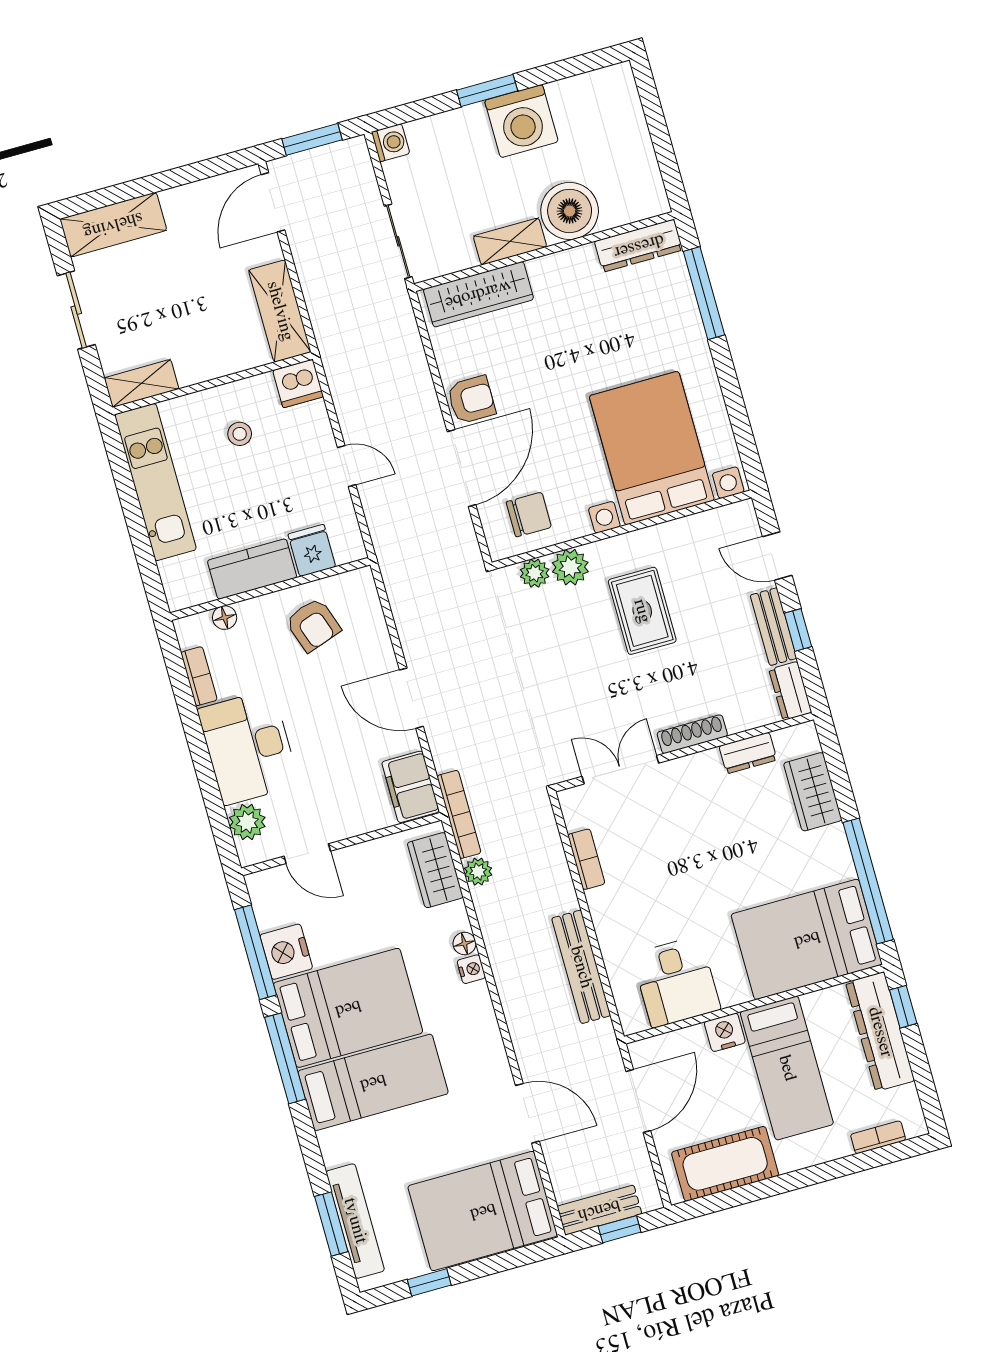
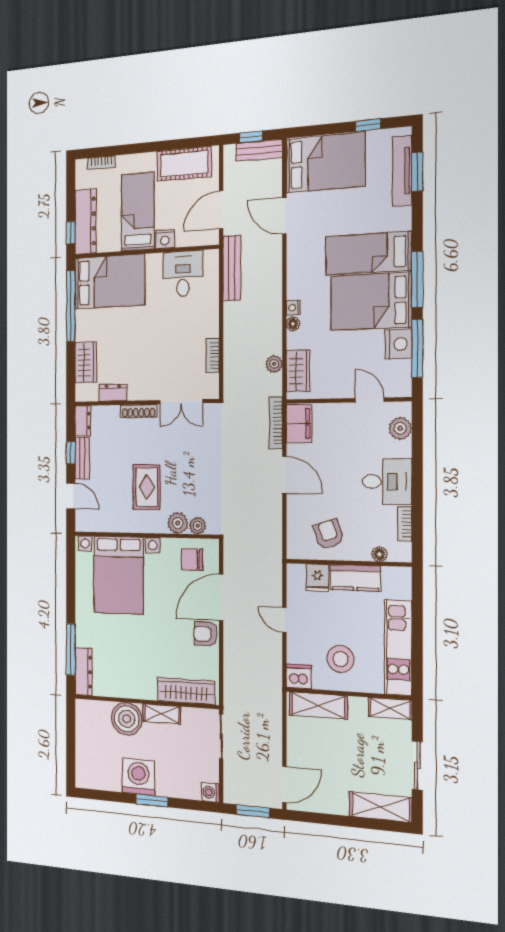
dresser: (639, 246) -> (84, 672), moved, turned 90
shelving: (280, 311) -> (318, 705), moved, turned 90
stool: (240, 434) -> (340, 659), width x1.89, depth x1.89
desk: (248, 747) -> (387, 482), width x0.73
bookcase: (459, 814) -> (276, 423), moved
bench: (581, 967) -> (232, 268), moved

